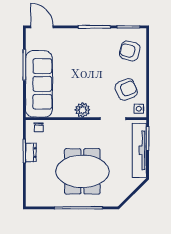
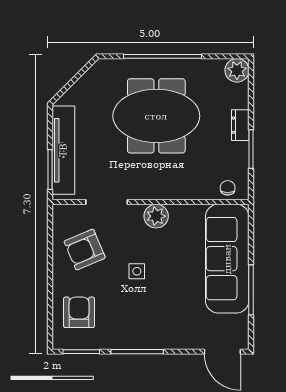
armchair: (130, 51) -> (79, 312), turned -104
side table: (139, 109) -> (137, 271), moved
dresser: (31, 153) -> (240, 125), moved
plant: (33, 199) -> (237, 70), added

